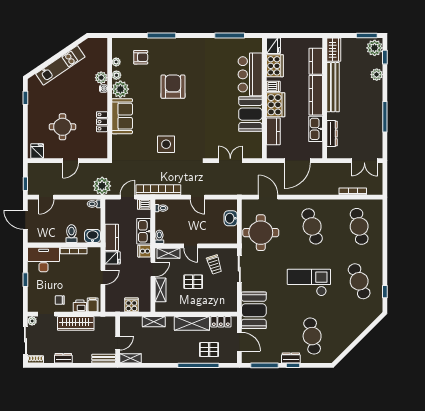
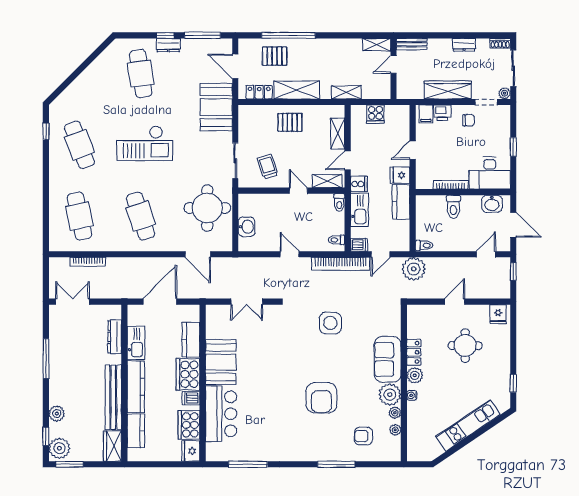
plant: (101, 78) -> (415, 375), moved
washbasin: (93, 236) -> (492, 204), moved
pallet: (193, 282) -> (290, 122), moved

